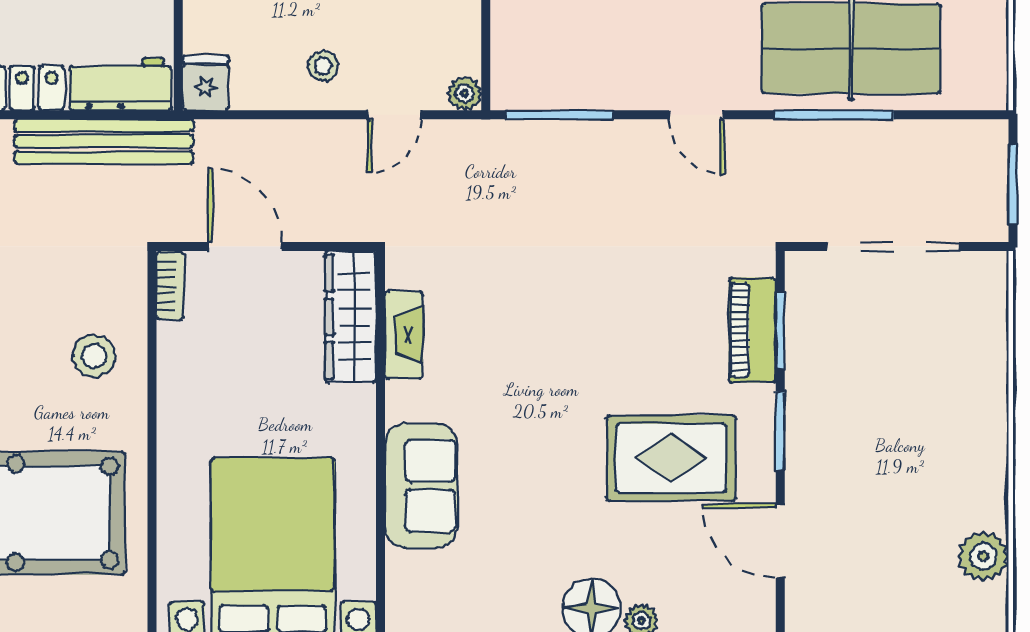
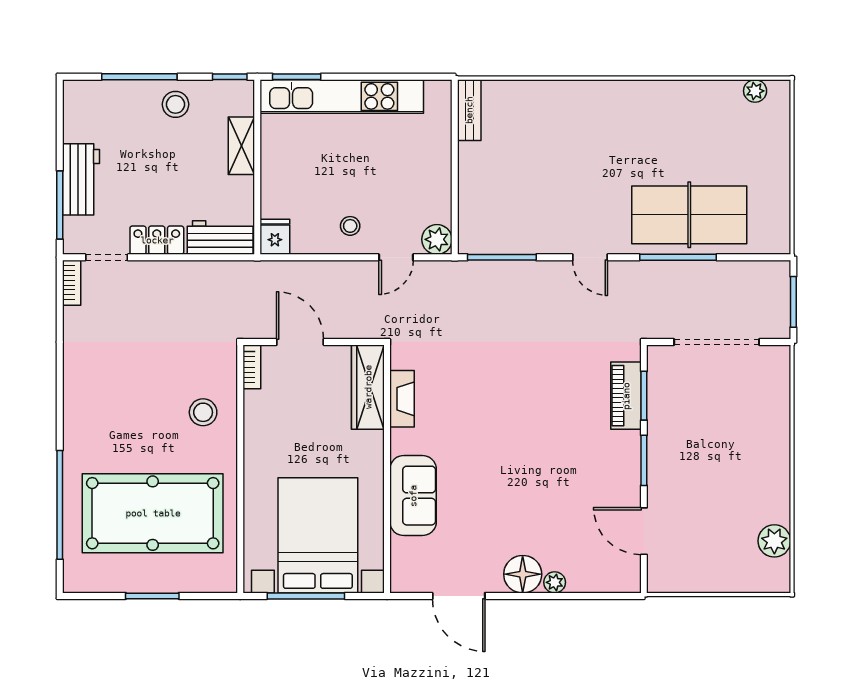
plant: (464, 93) -> (437, 239), width x1.38, depth x1.38
bench: (104, 141) -> (209, 274), removed
rug: (671, 458) -> (574, 478), removed

